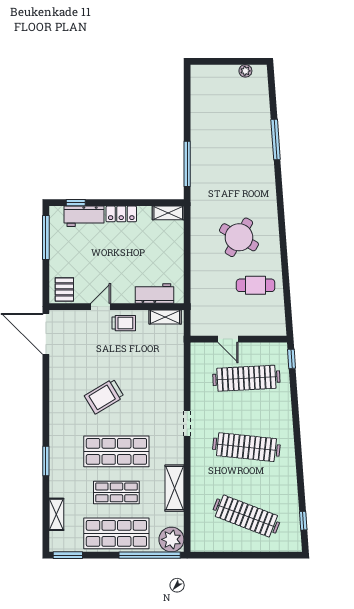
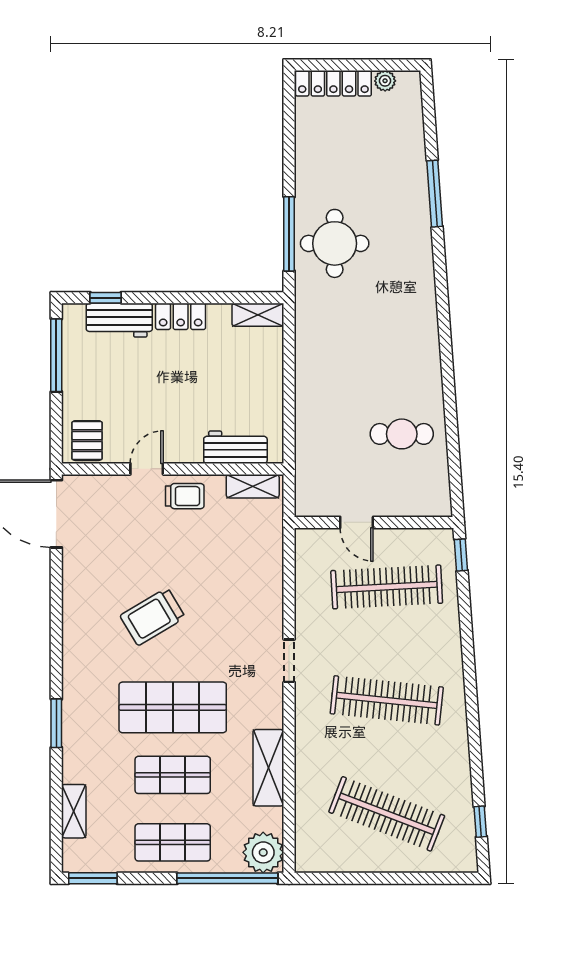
locker: (214, 72) -> (333, 83), added
round table: (239, 237) -> (335, 243), moved, turned -30
shop shelf: (116, 533) -> (173, 842), width x0.70, depth x0.74

